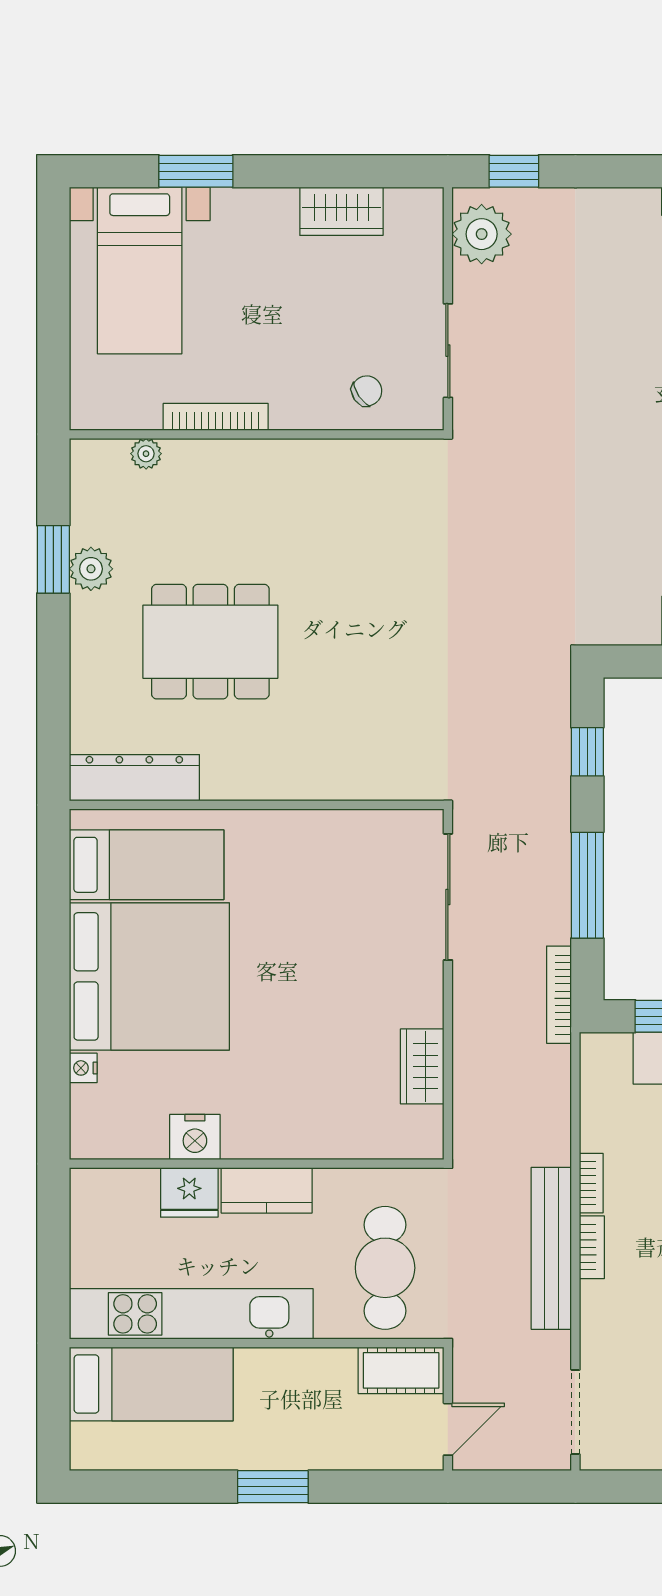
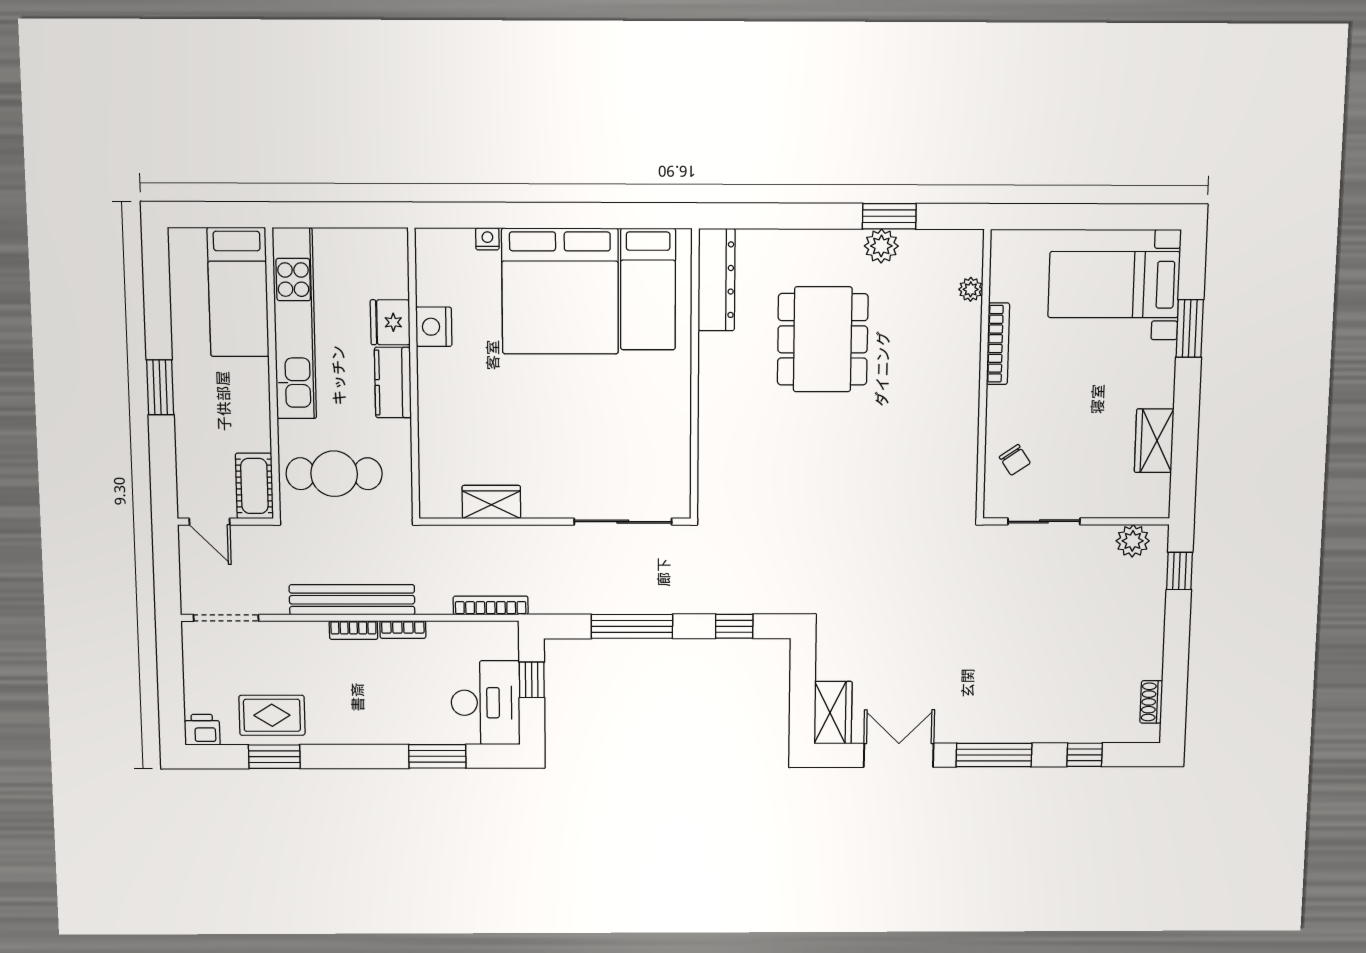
plant: (482, 234) -> (1133, 541), width x0.73, depth x0.73
bookcase: (559, 995) -> (491, 605), moved

